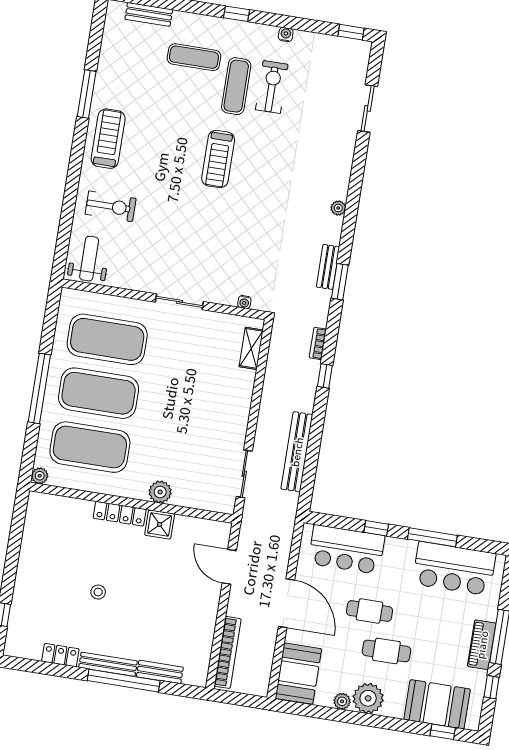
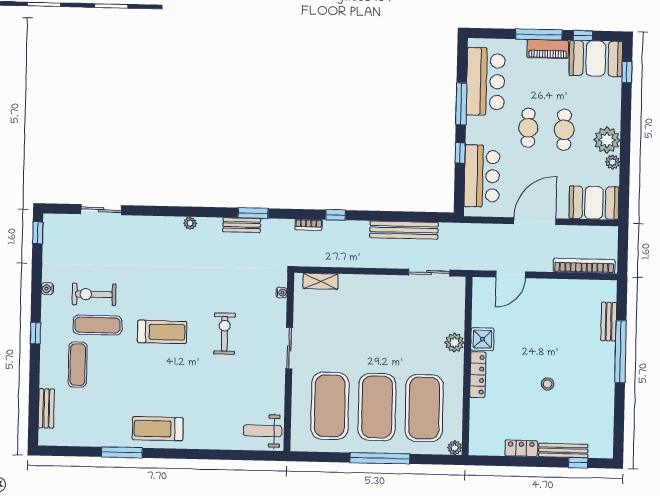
exercise bike: (111, 206) -> (224, 334), moved
cafe table: (369, 611) -> (528, 128), moved
locker: (60, 655) -> (521, 448), moved, turned 90
bench: (108, 664) -> (563, 450), moved, turned 90
booth: (437, 704) -> (596, 59), moved, turned 90

